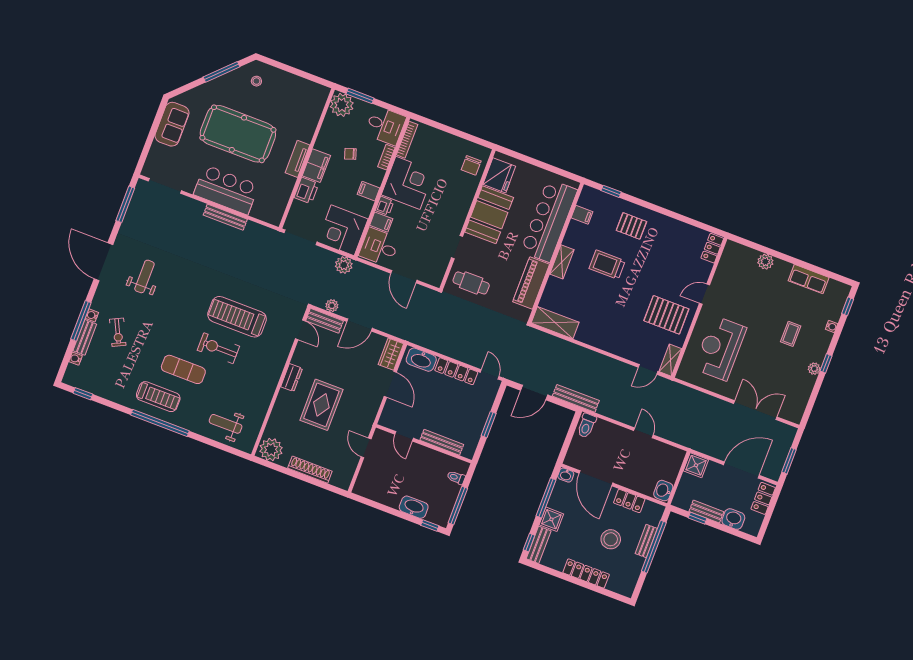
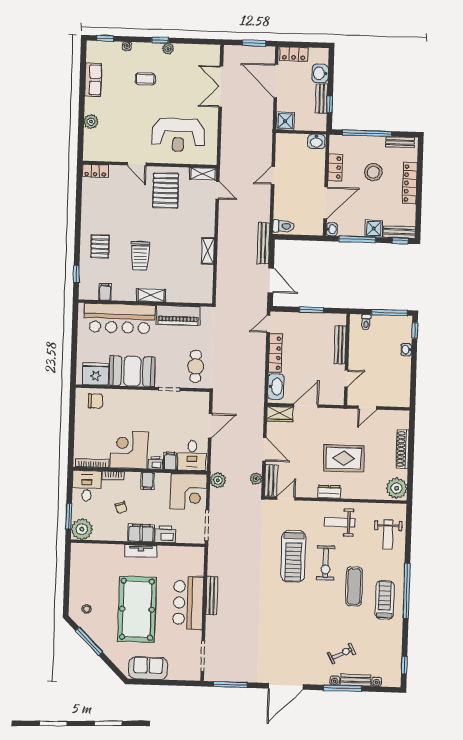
weight bench: (144, 276) -> (340, 522), moved
shelving: (555, 323) -> (208, 251), moved, width x0.67, depth x0.75
washbasin: (414, 507) -> (406, 350), width x0.52, depth x0.69
bench: (646, 541) -> (400, 142), moved

